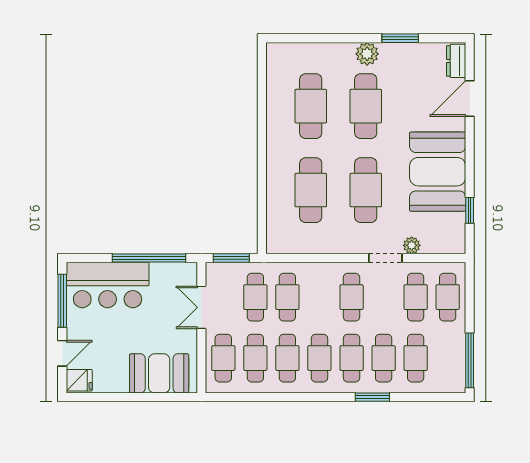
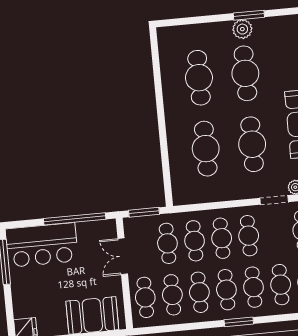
window: (400, 38) -> (249, 15), moved
cafe table: (319, 297) -> (222, 238), added
door: (62, 353) -> (9, 306), removed
window: (372, 397) -> (239, 322), moved

